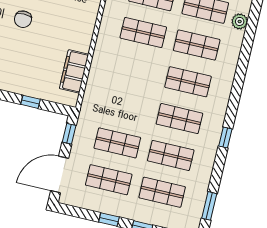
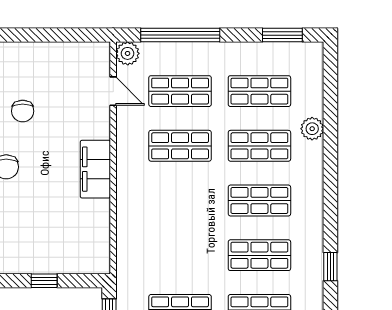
plant: (240, 21) -> (312, 129), moved
filing cabinet: (74, 71) -> (95, 169), moved

